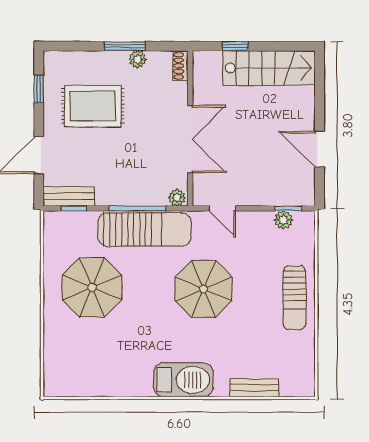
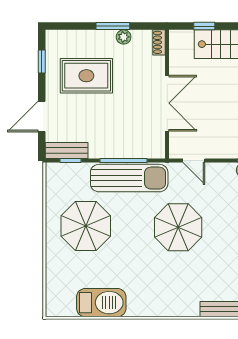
plant: (177, 198) -> (156, 152), removed
barbecue: (183, 380) -> (101, 303), moved

